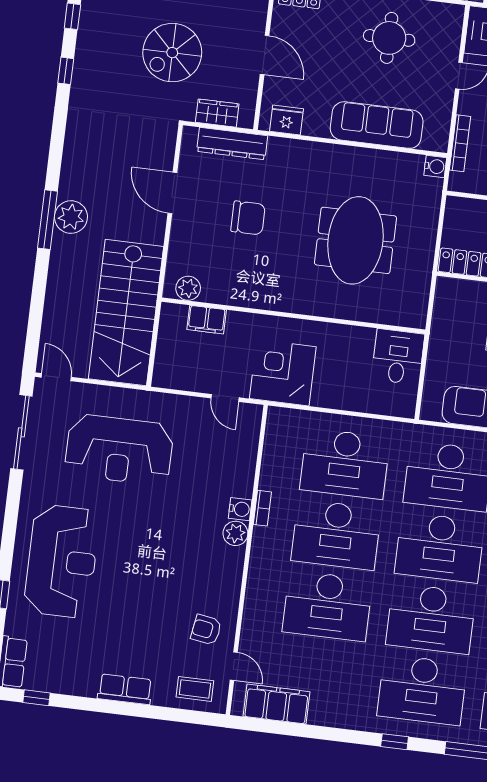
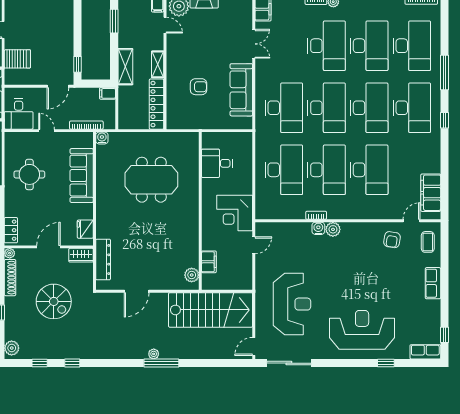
wardrobe: (217, 113) -> (81, 255), moved, turned -90
plant: (71, 217) -> (154, 354), width x0.53, depth x0.53
chair: (248, 218) -> (146, 245), removed
desk: (398, 357) -> (217, 163), moved

